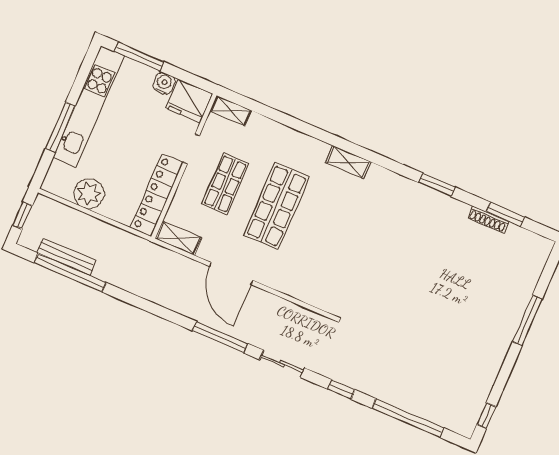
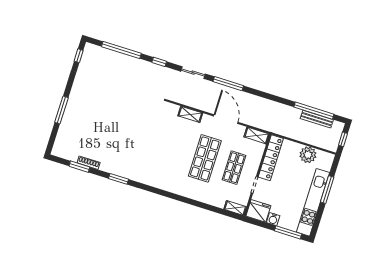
shelving: (348, 162) -> (190, 114), moved

